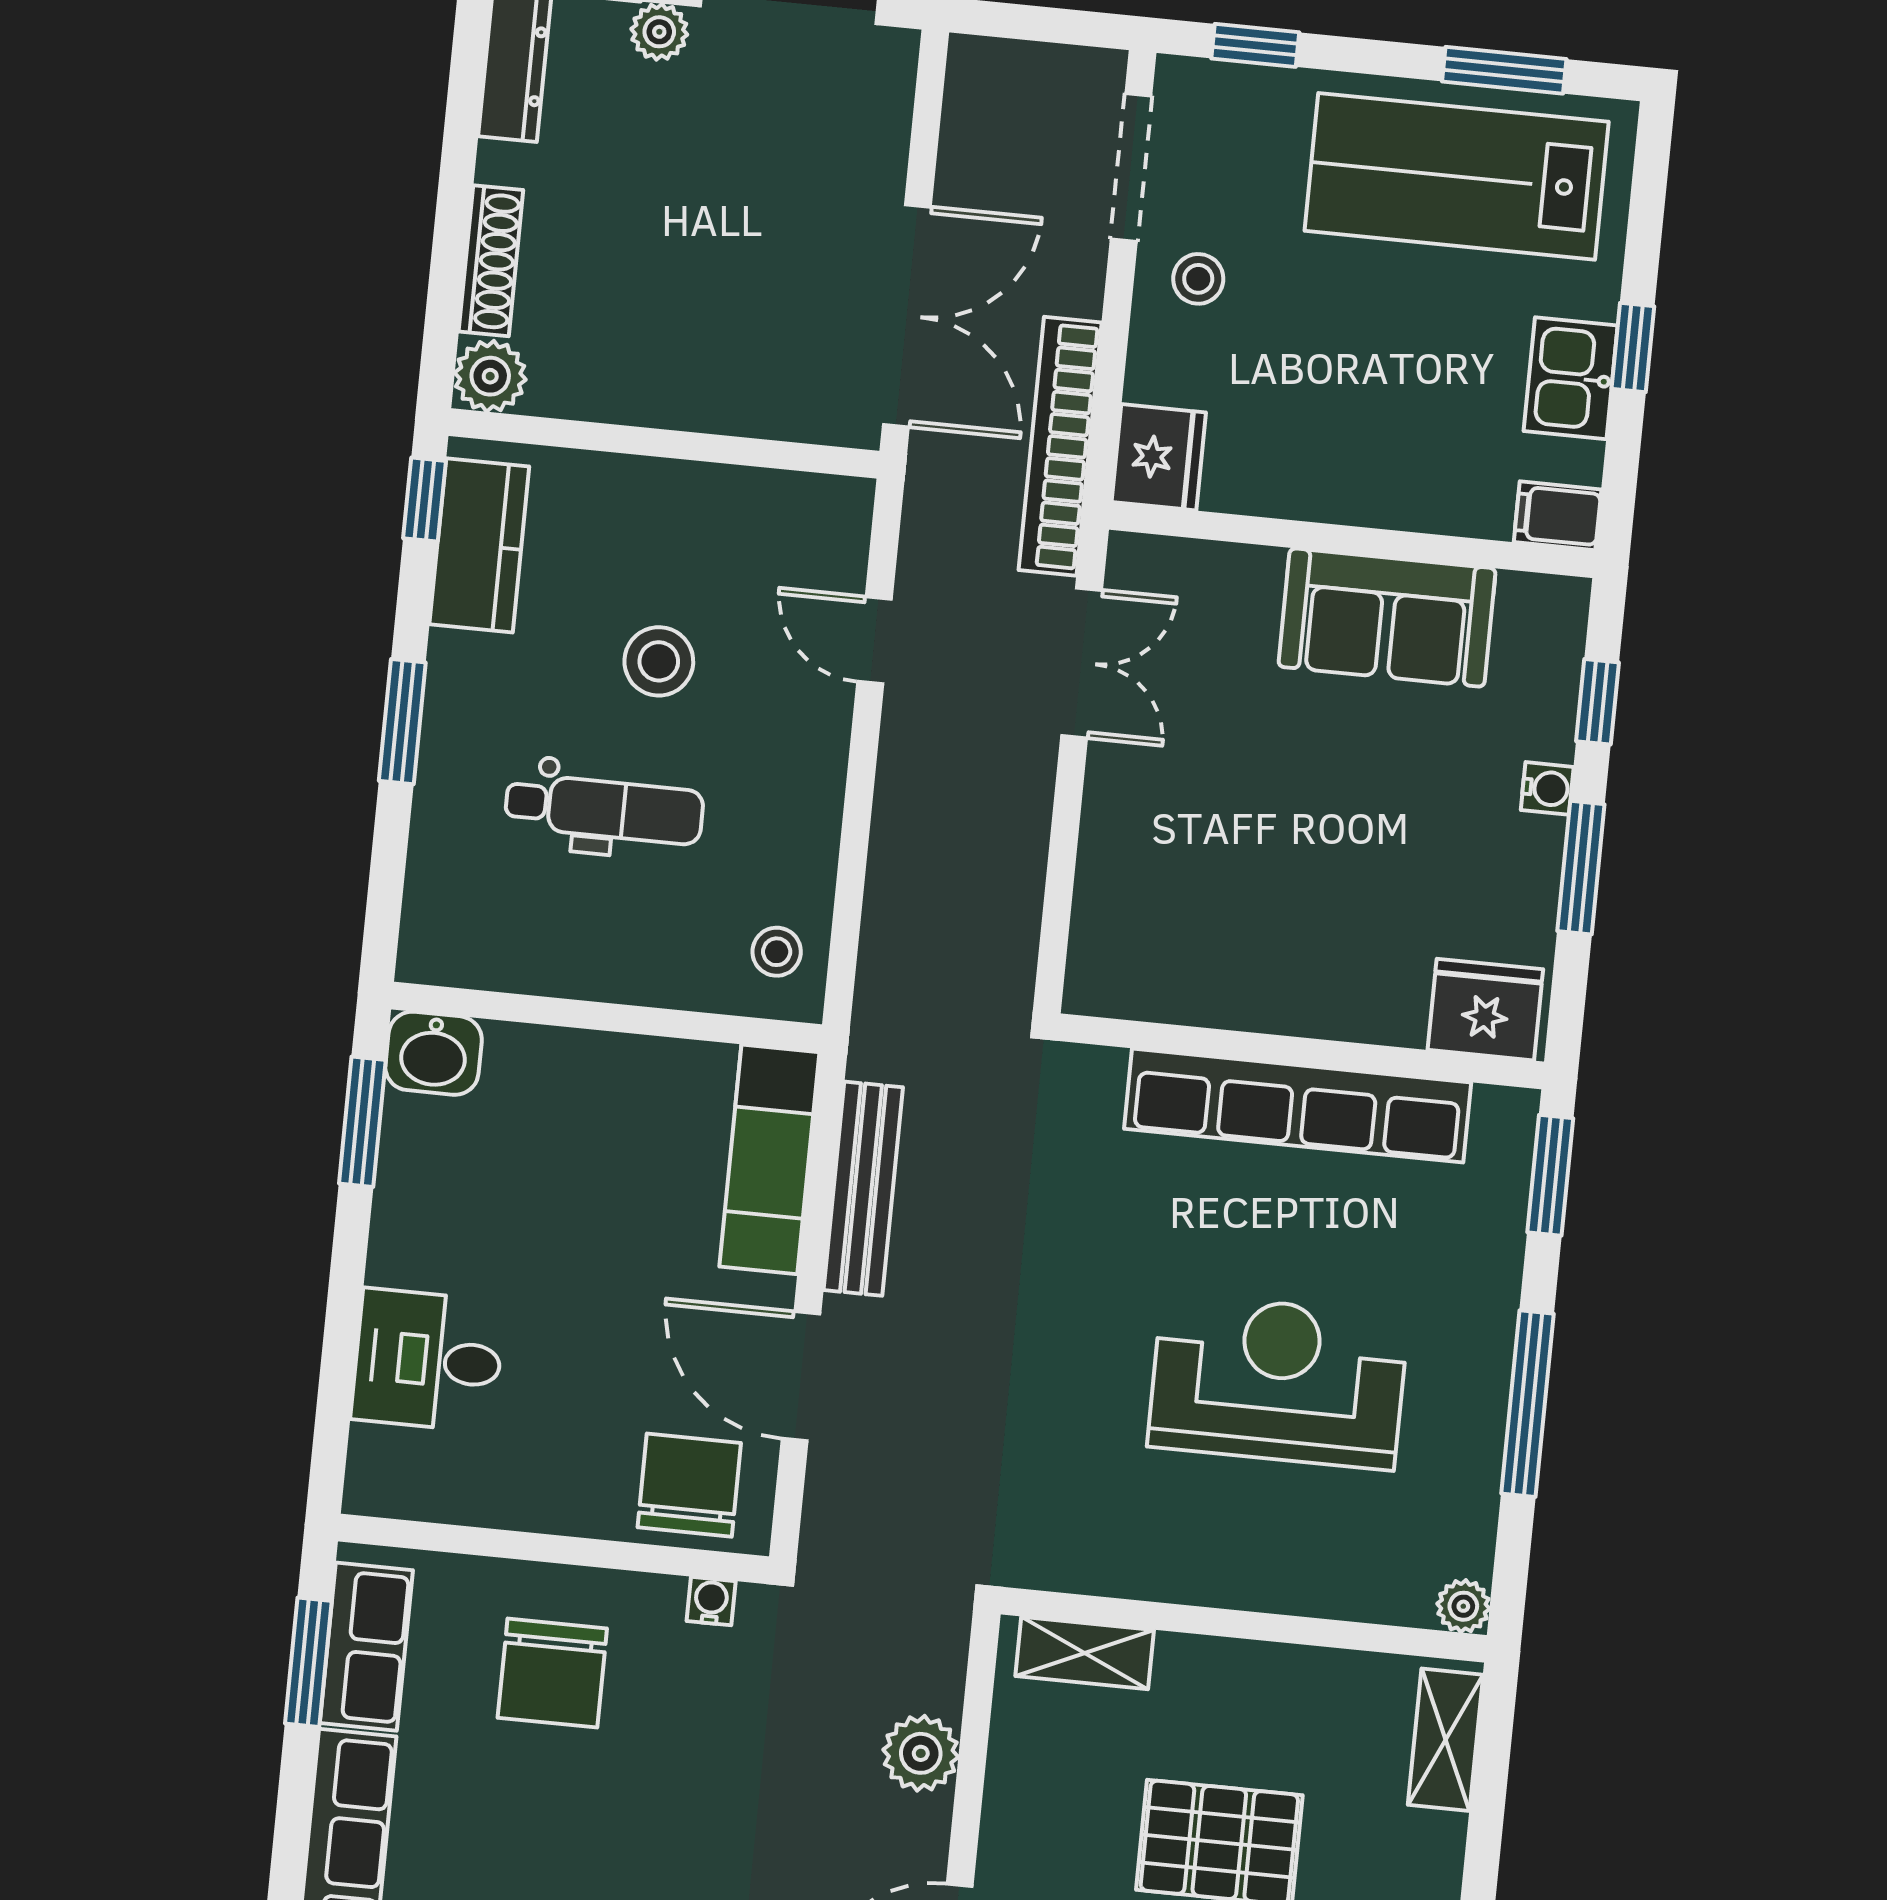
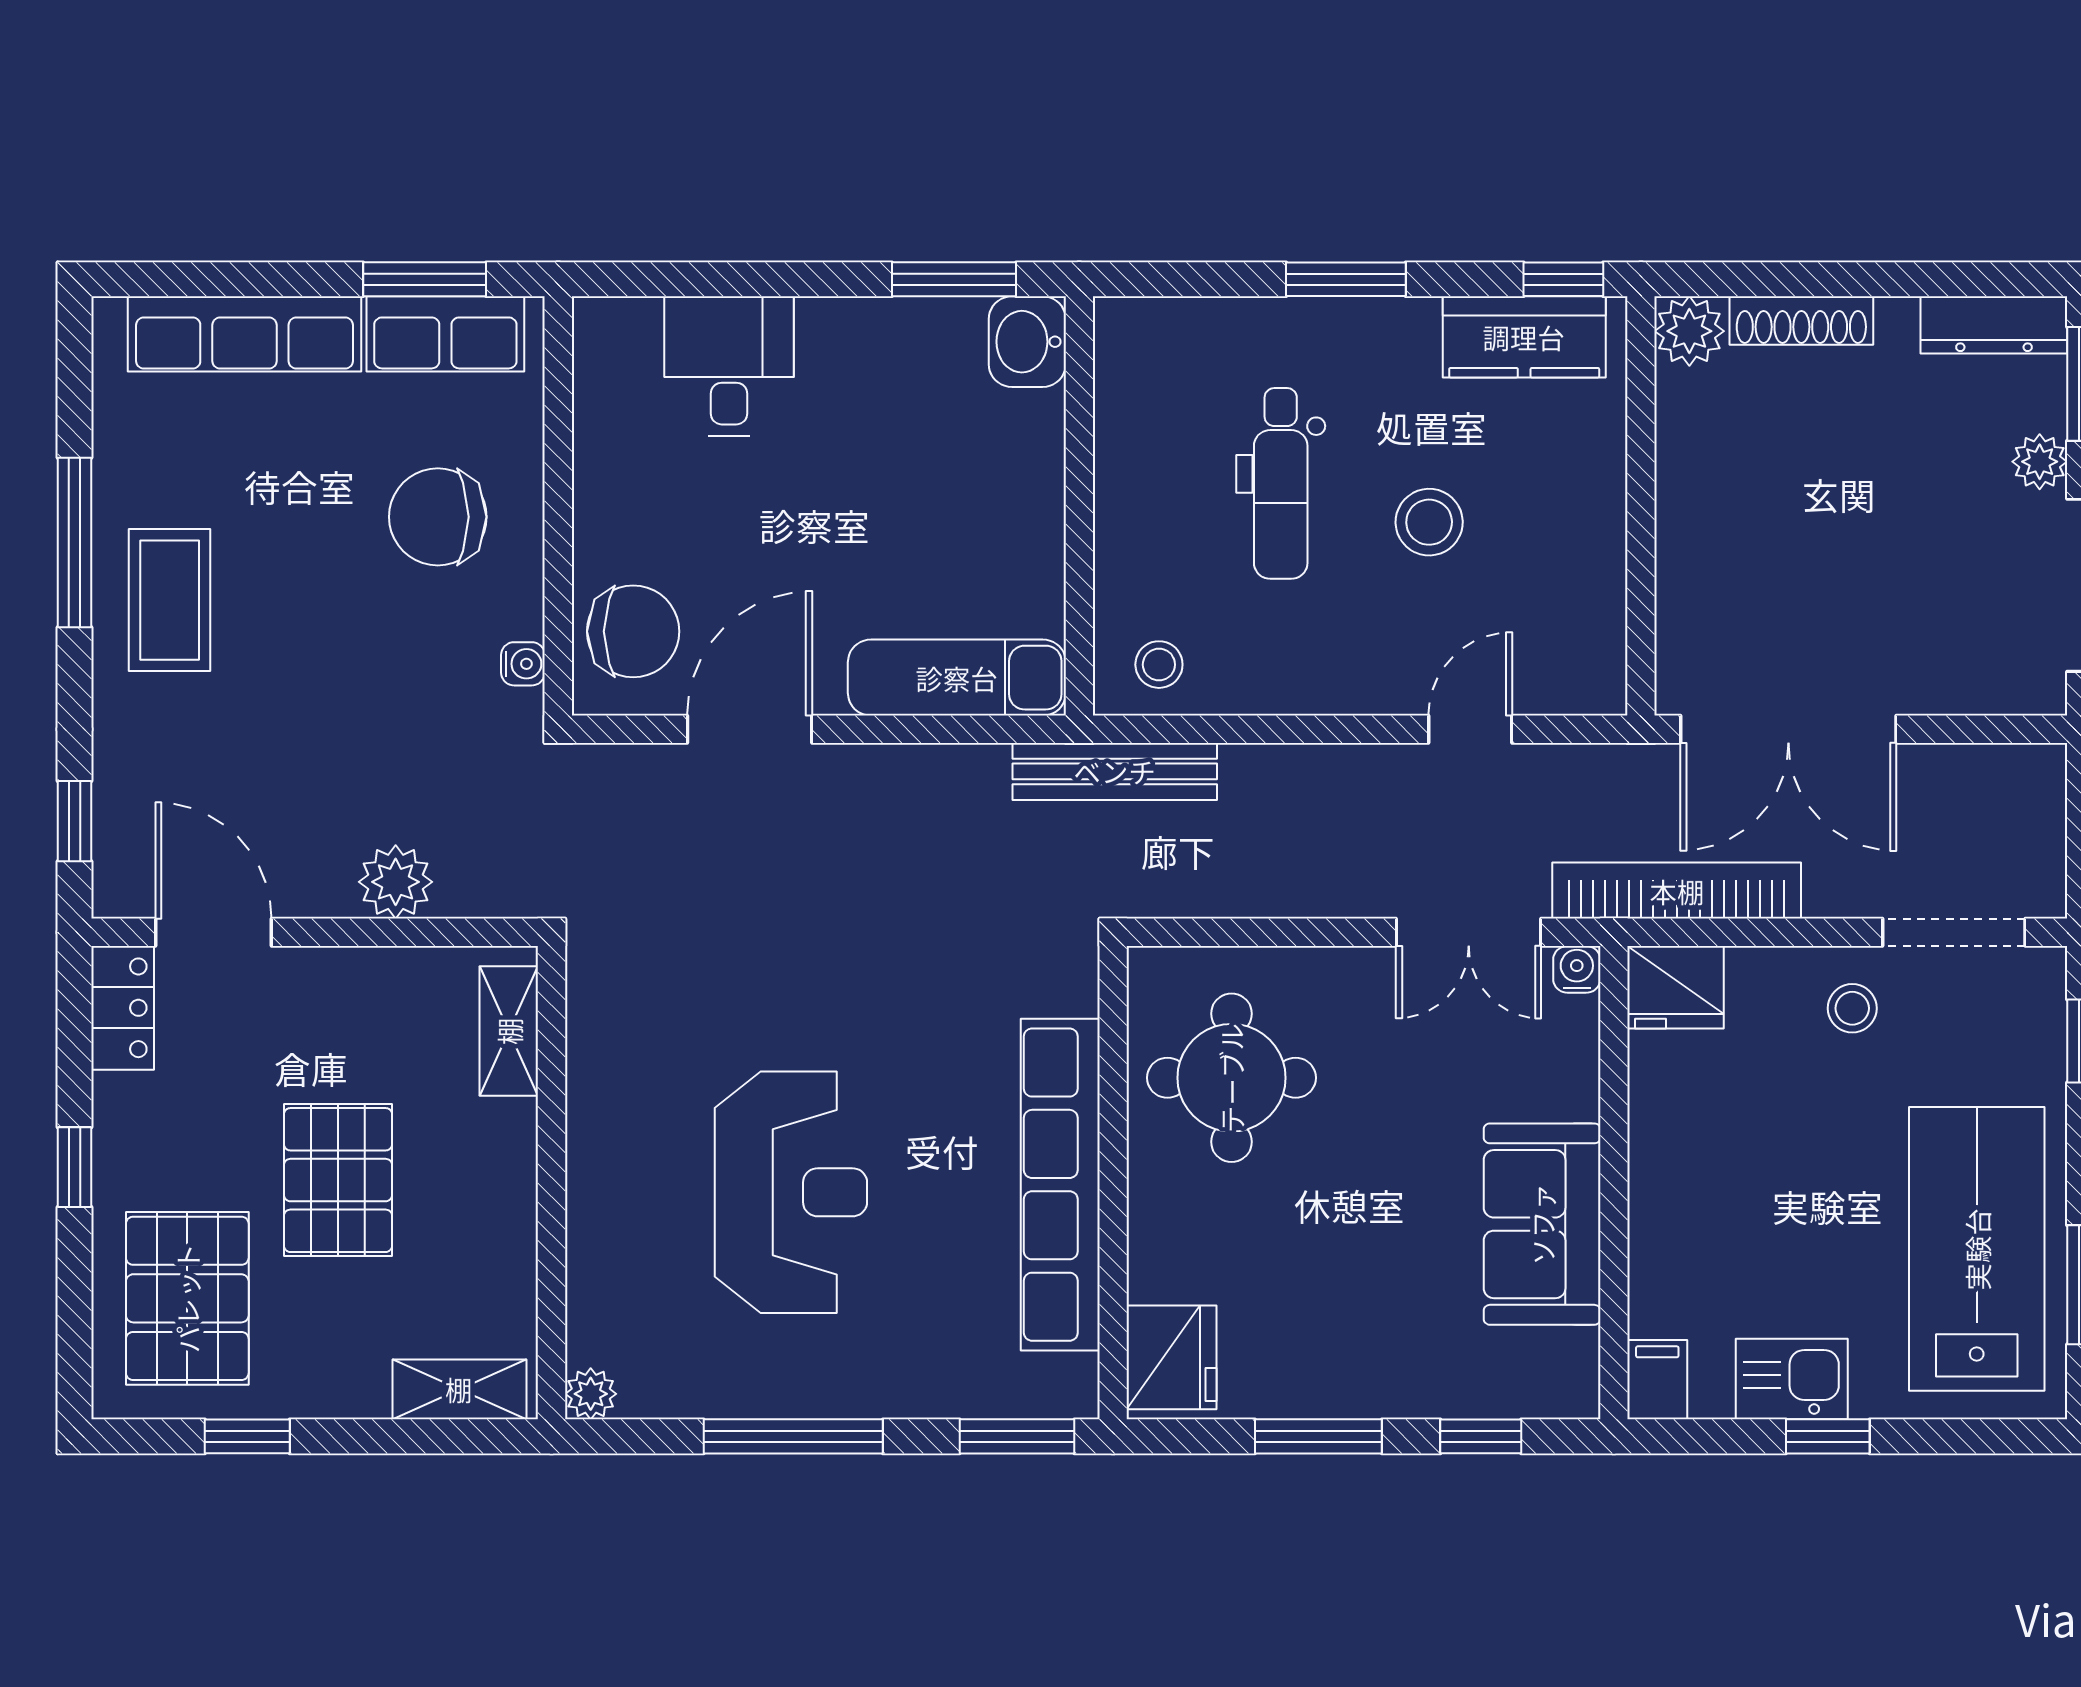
water cooler: (1547, 788) -> (1577, 969), moved, turned 180
round table: (1206, 920) -> (1231, 1078), added
bench: (863, 1189) -> (1115, 771), moved

